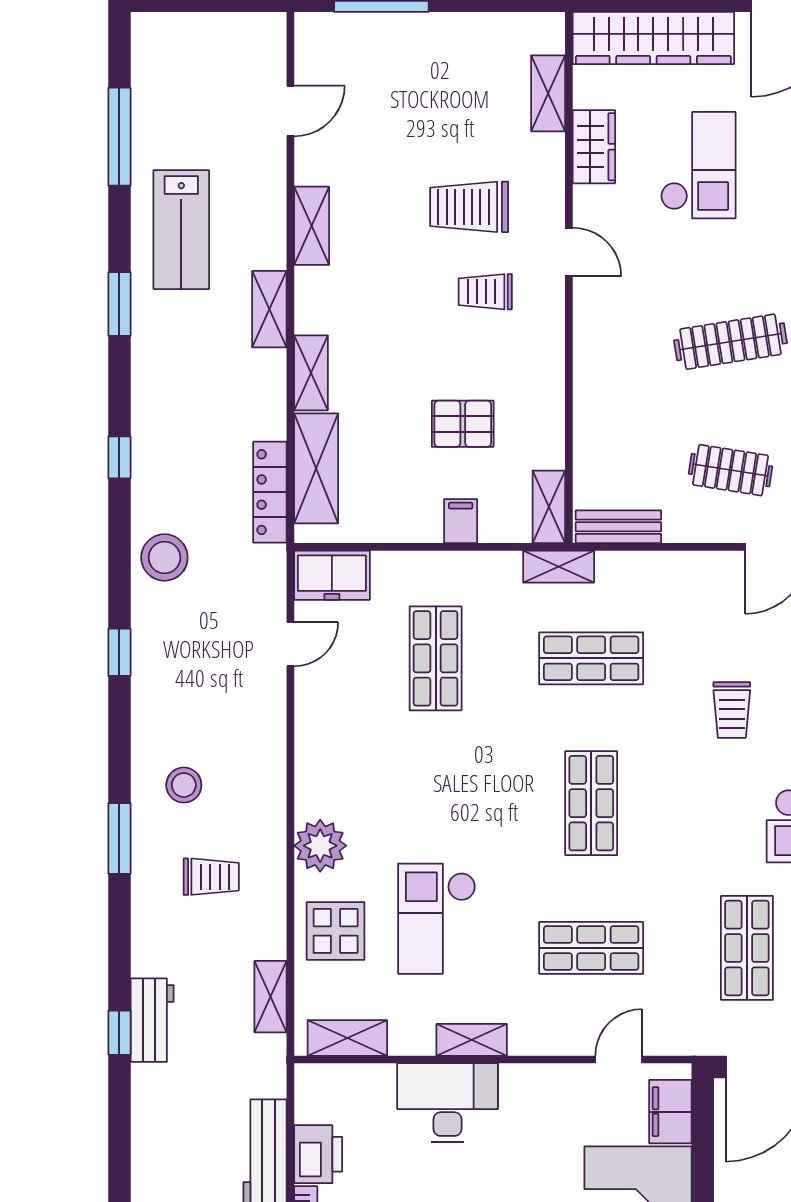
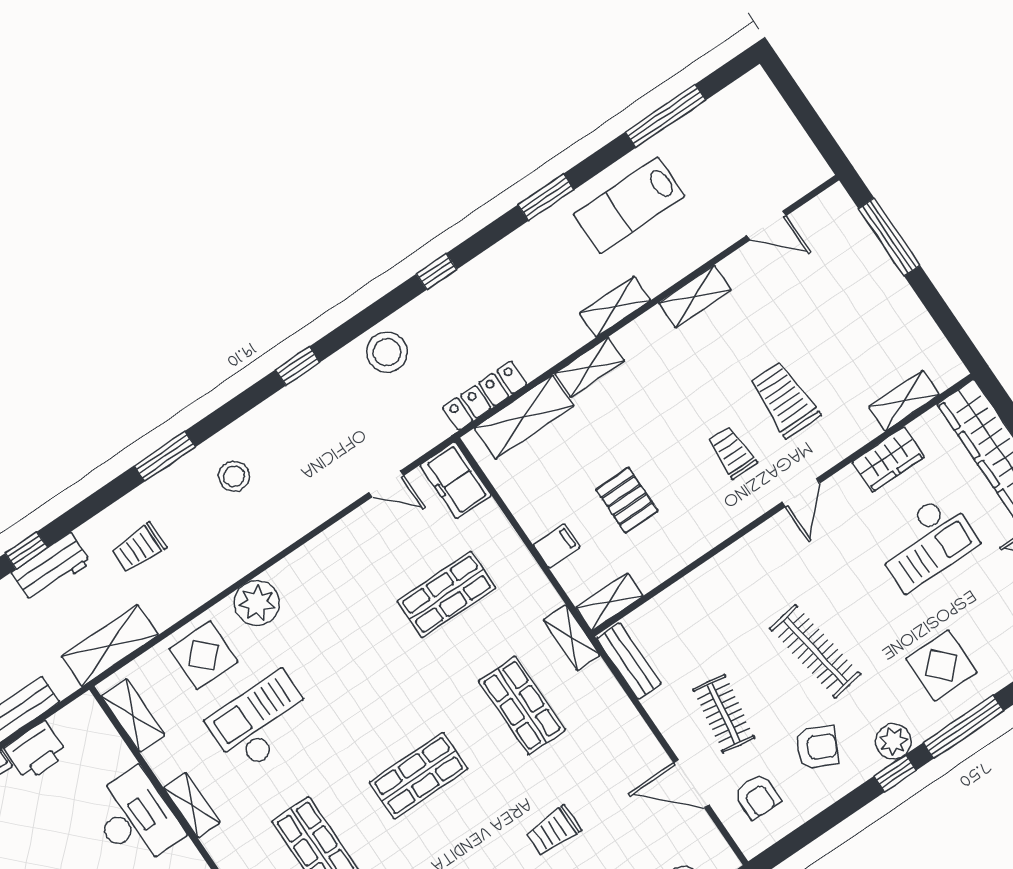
trolley: (211, 877) -> (139, 548), moved, turned 90
shelving: (271, 997) -> (110, 646), width x1.50, depth x1.33

